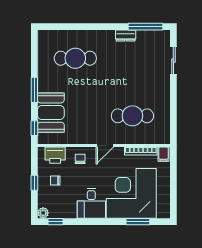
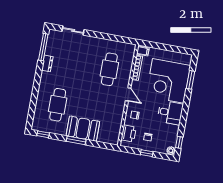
booth: (51, 113) -> (83, 129), moved
window: (34, 128) -> (43, 134), moved

